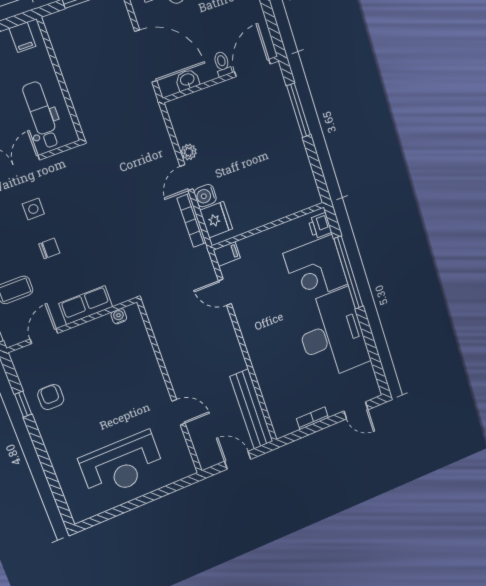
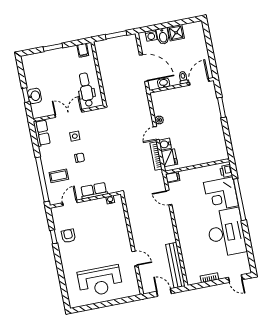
window: (299, 110) -> (221, 108), width x0.69

